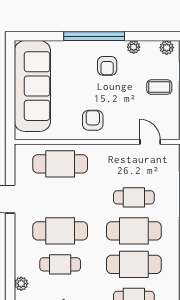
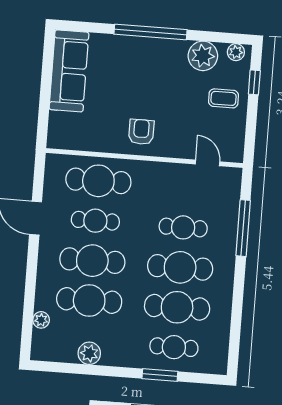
plant: (134, 47) -> (203, 56), width x1.88, depth x1.88
armchair: (107, 66) -> (163, 68), removed
sofa: (32, 86) -> (69, 71), width x0.74, depth x0.79
cafe table: (60, 197) -> (95, 221), added
cafe table: (60, 264) -> (89, 300), width x1.37, depth x1.35

